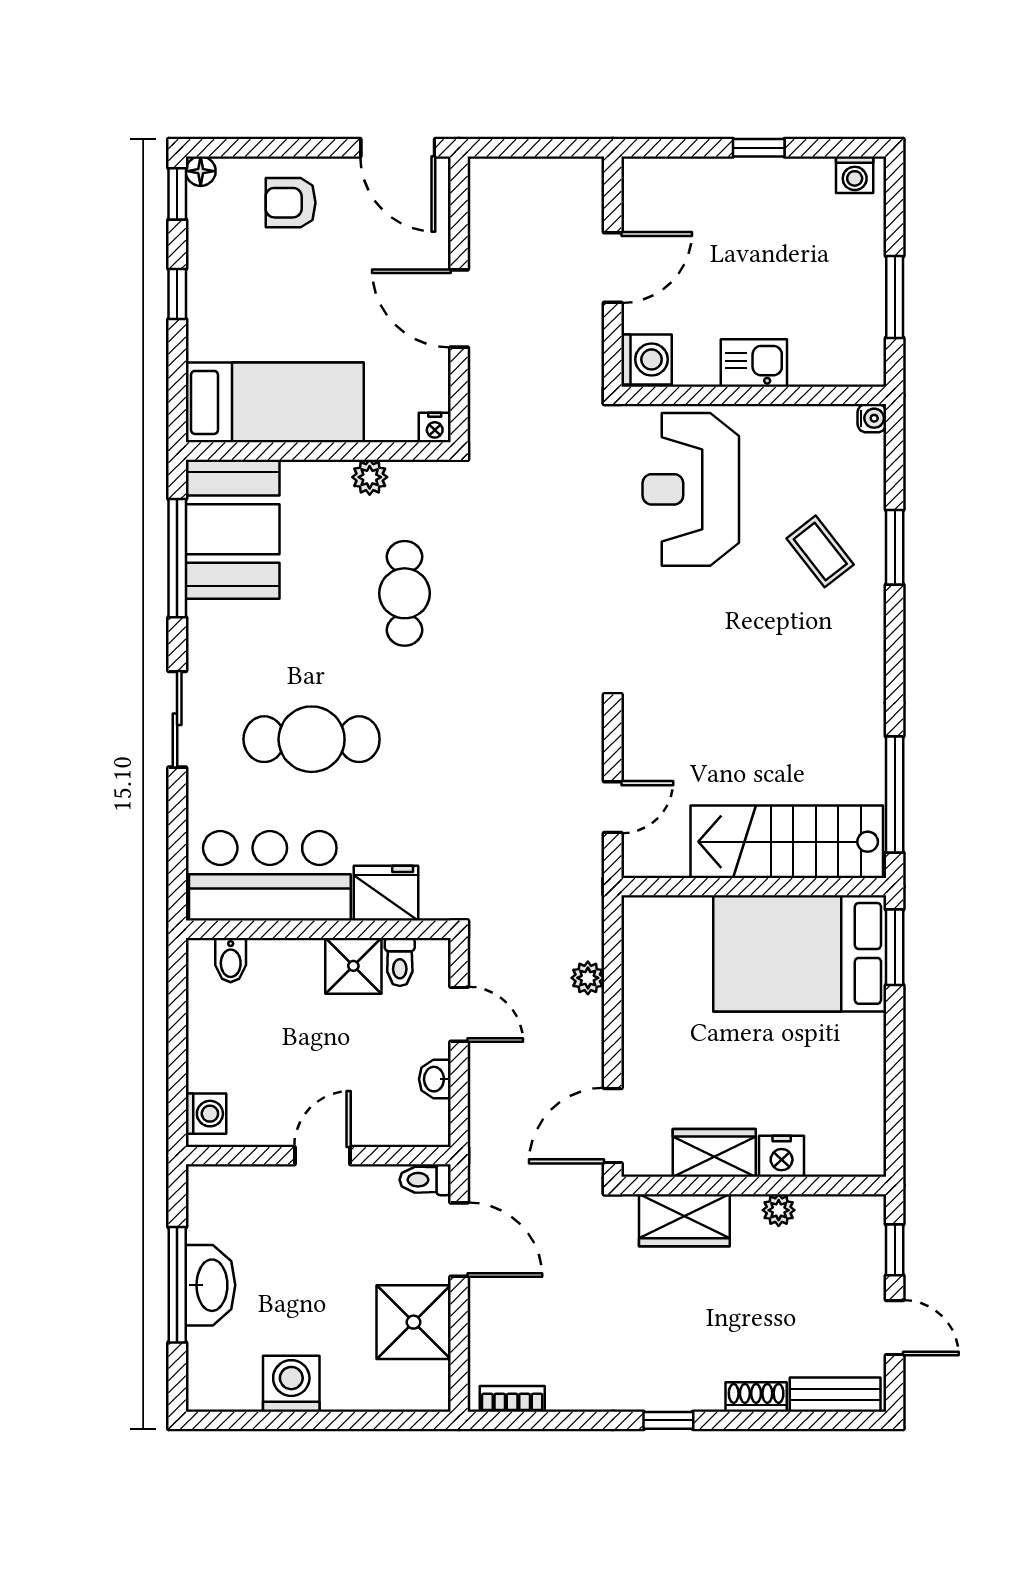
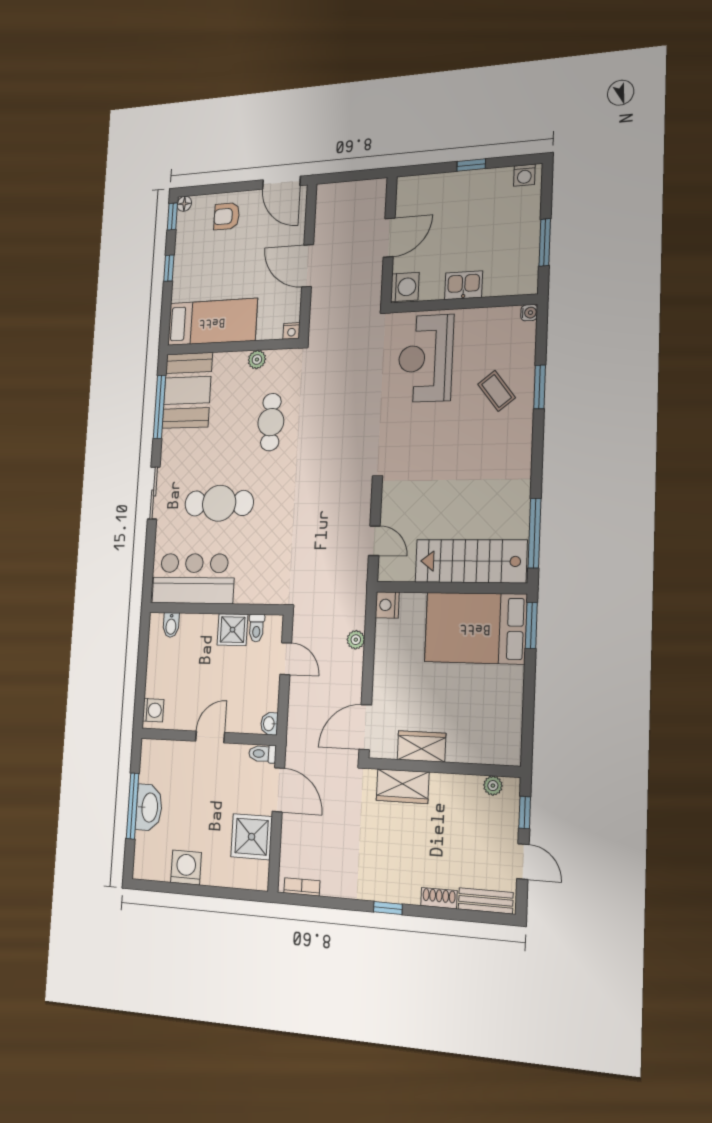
door: (613, 807) -> (374, 541), hinge flipped
fridge: (386, 893) -> (252, 589), removed
washbasin: (435, 1079) -> (269, 724), moved
nightstand: (782, 1156) -> (387, 605), moved, turned 90
plant: (779, 1210) -> (493, 786), moved

